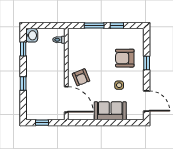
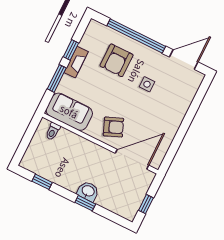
fireplace: (111, 33) -> (76, 62), added
washbasin: (32, 35) -> (88, 191), moved
window: (147, 63) -> (136, 36), width x3.17
sofa: (110, 111) -> (69, 112), moved, turned 90

